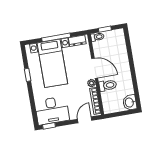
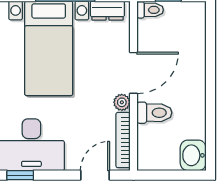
door: (95, 68) -> (133, 73), hinge flipped

